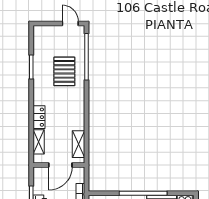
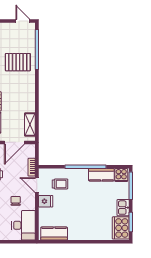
pallet: (64, 71) -> (18, 62), turned 90

